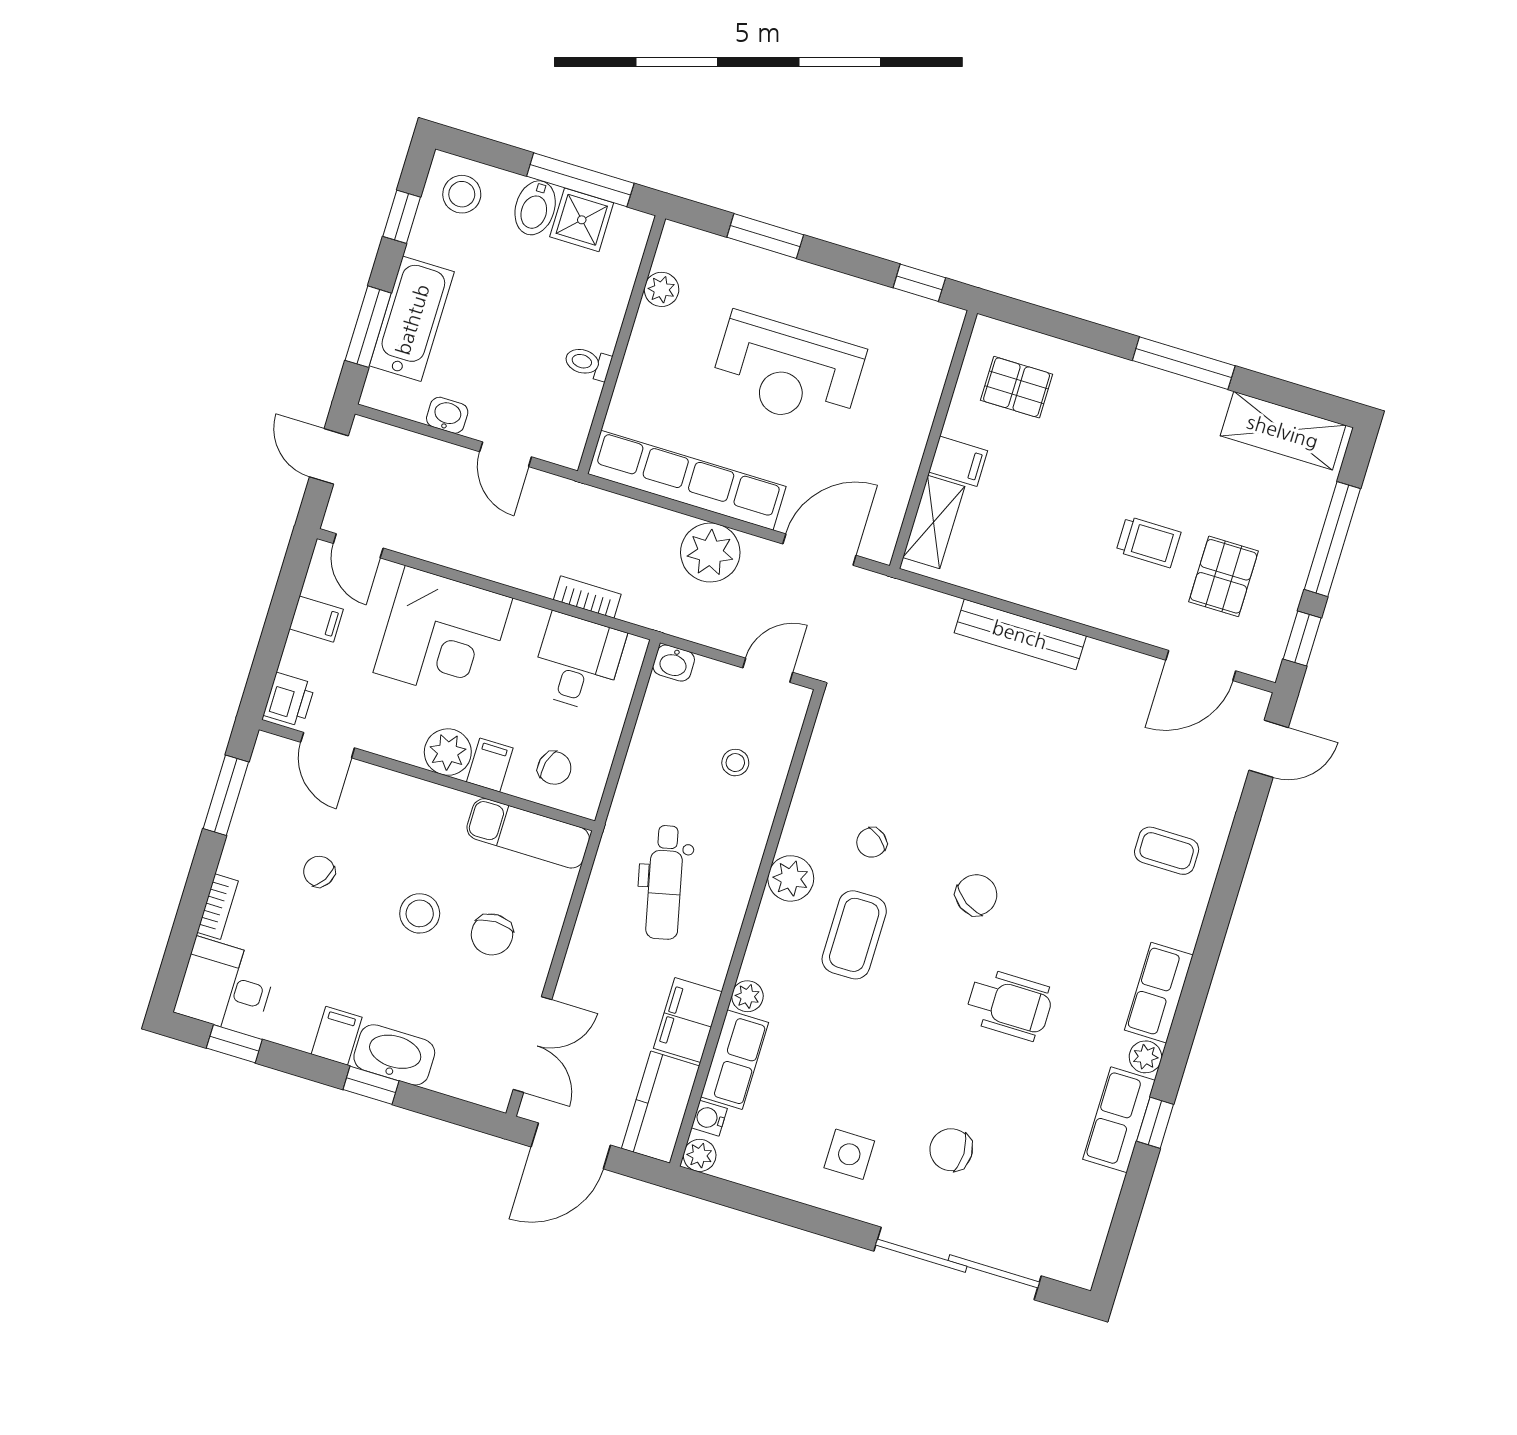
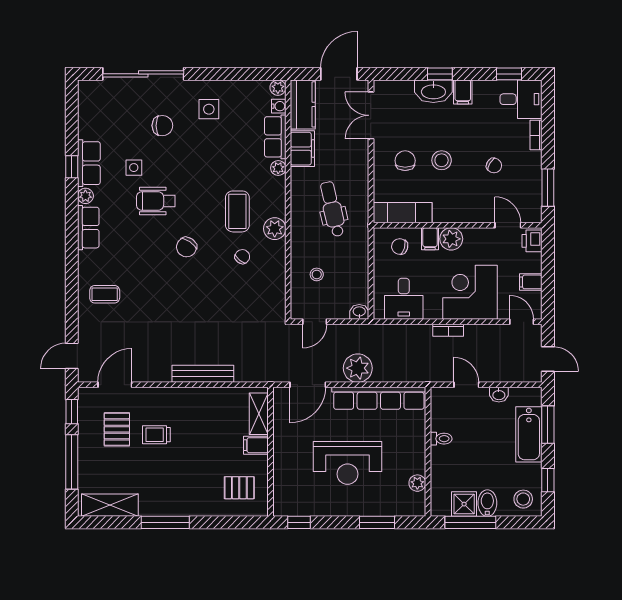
reception desk: (788, 371) -> (348, 463), turned 180
bookcase: (587, 597) -> (448, 330), moved
side table: (1033, 1084) -> (134, 168), added

